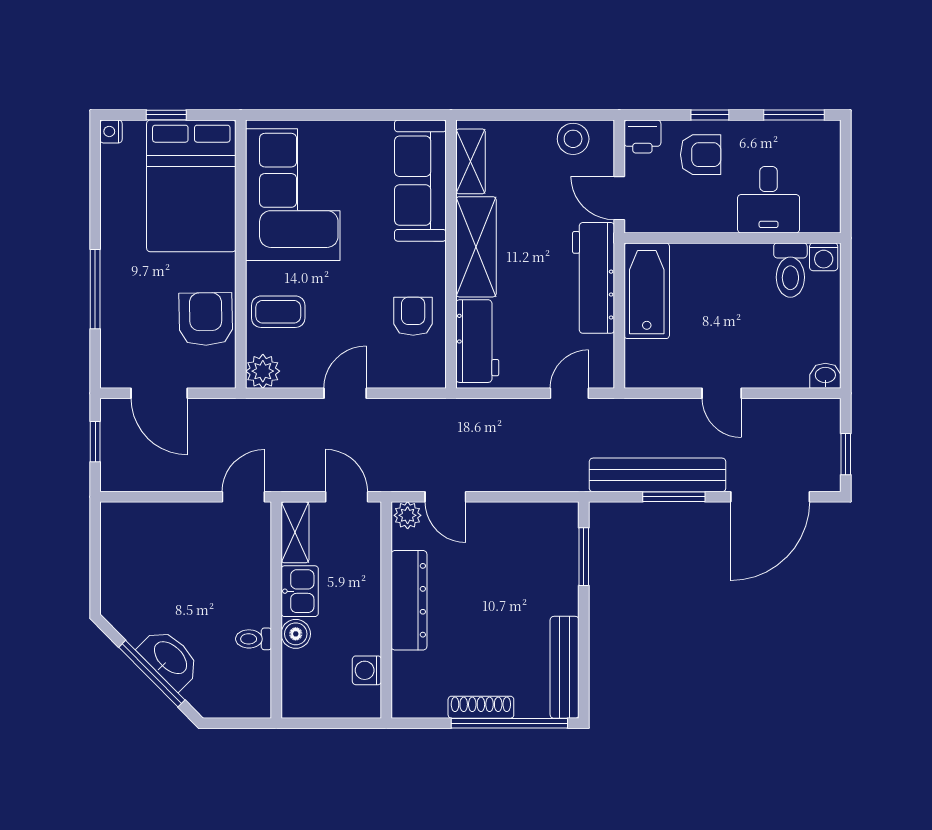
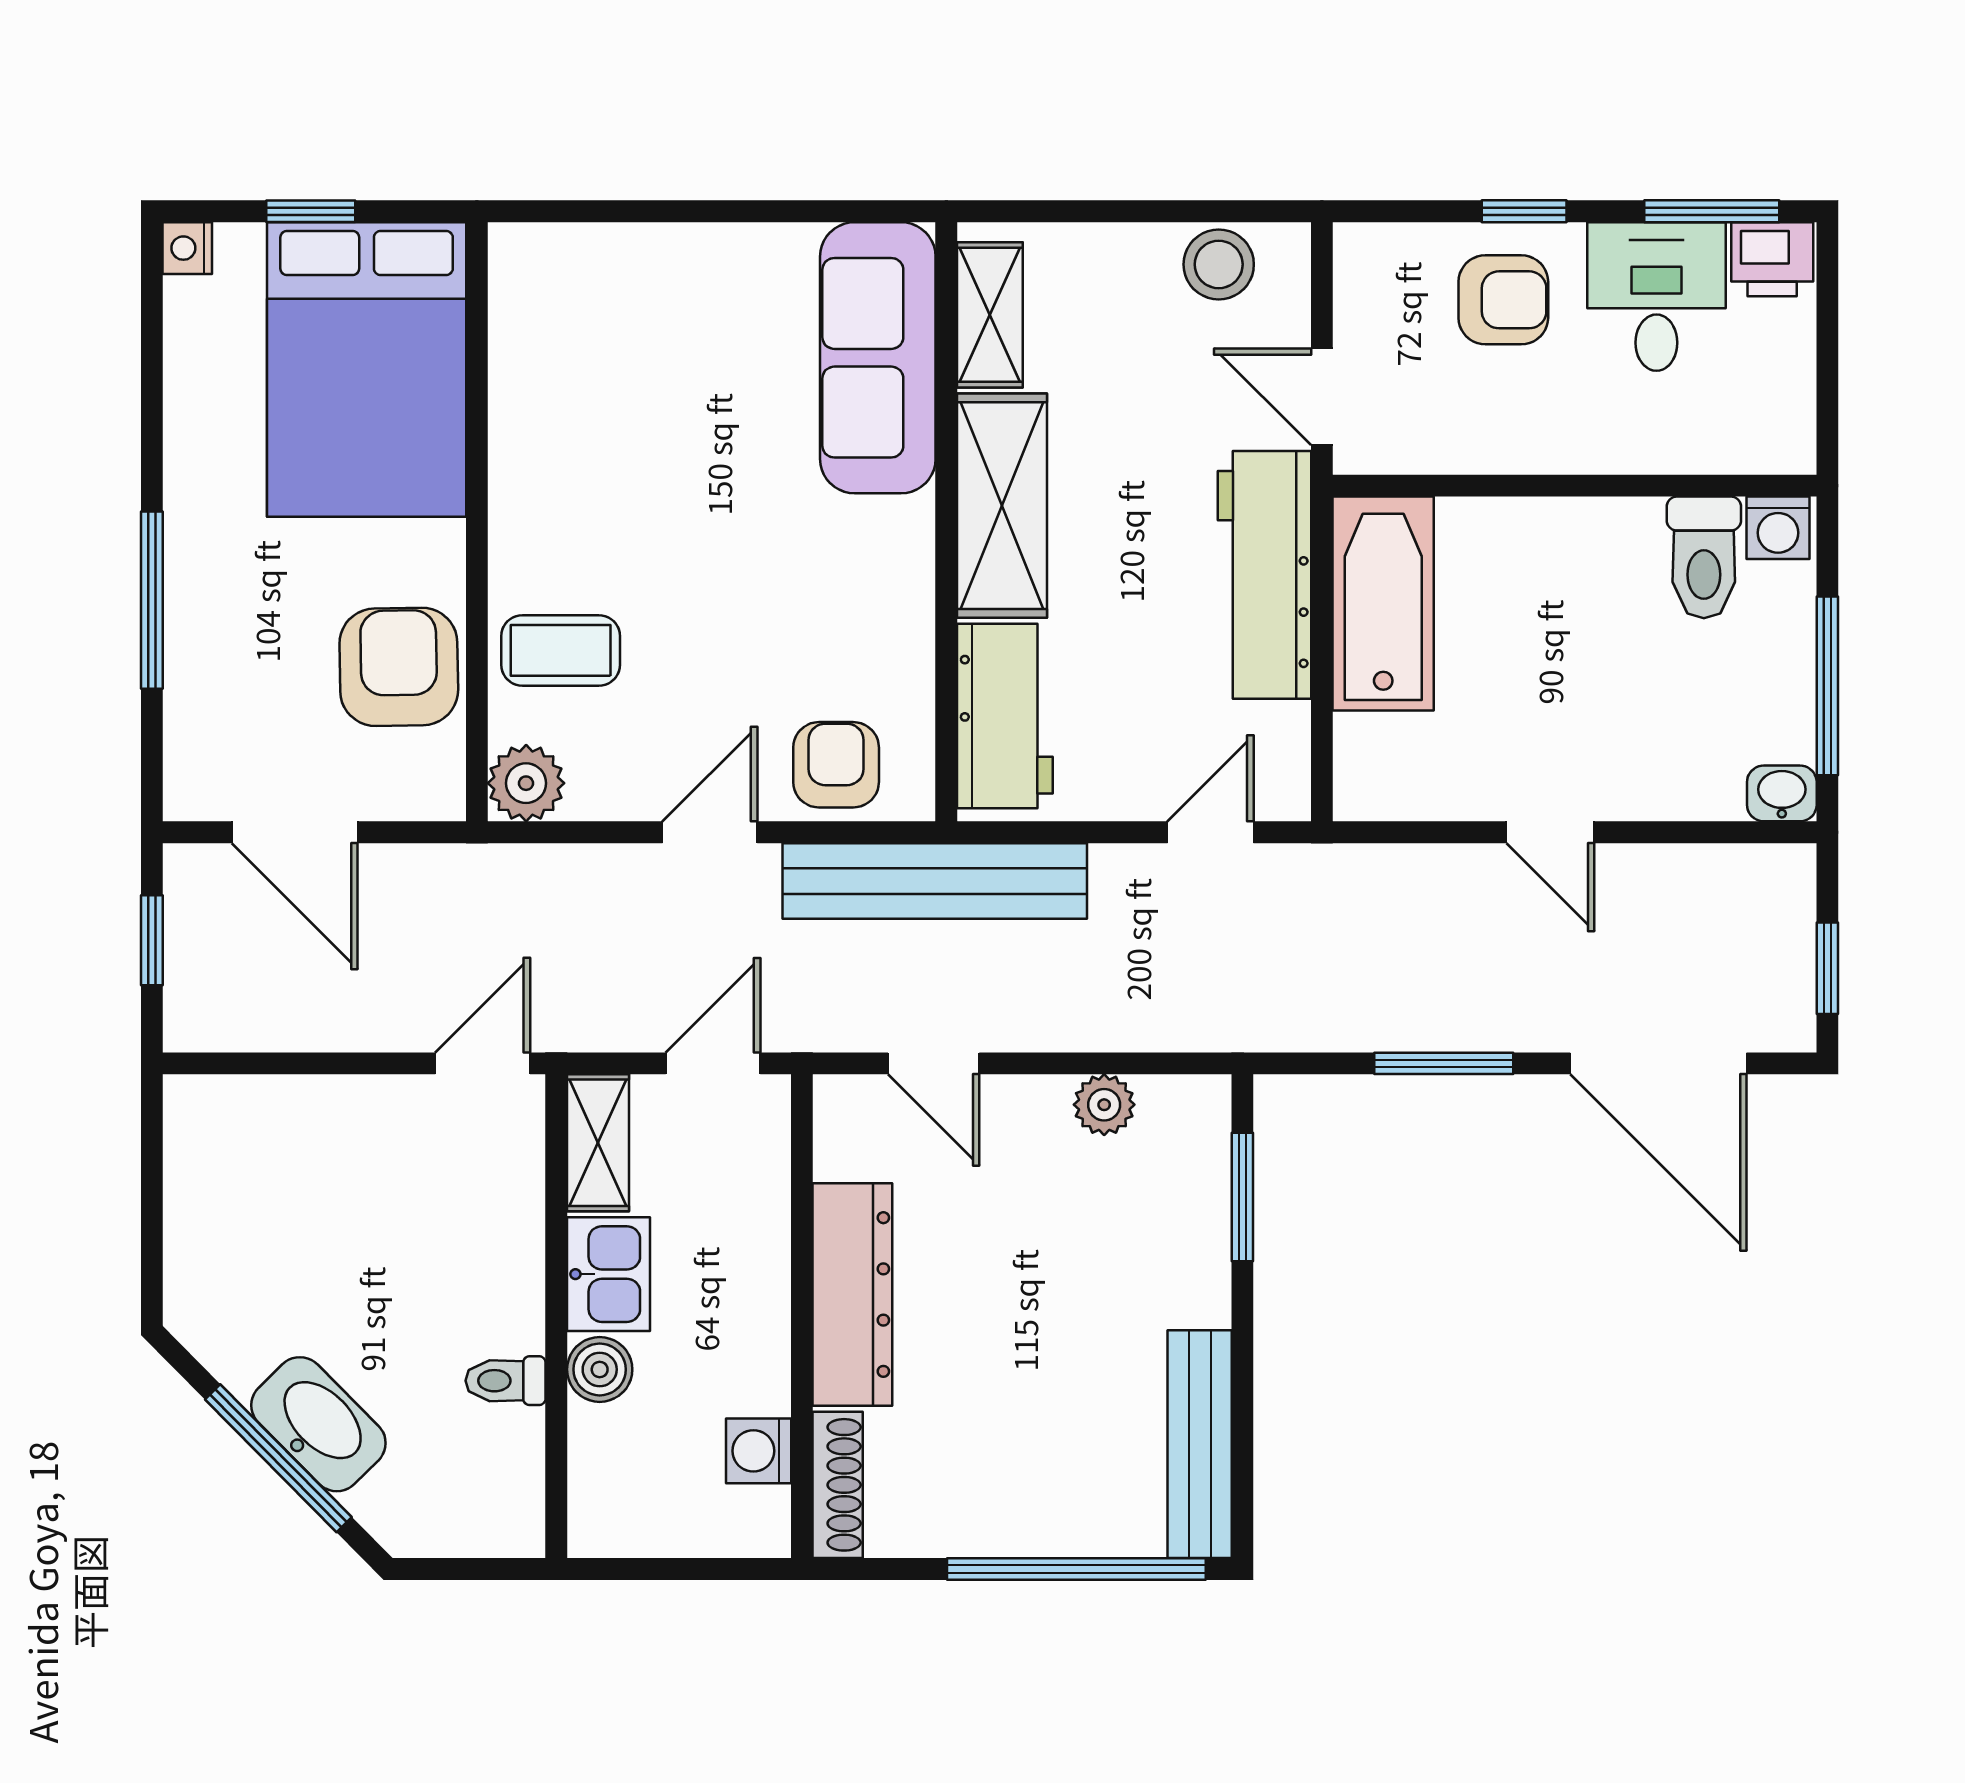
printer: (642, 136) -> (1772, 259), moved
corner sofa: (293, 195) -> (593, 389), removed
desk: (769, 200) -> (1656, 297), moved, turned 180
armchair: (413, 316) -> (836, 765), moved
window: (846, 328) -> (1827, 686), added
bench: (658, 475) -> (935, 881), moved
door: (347, 497) -> (713, 1063), hinge flipped
door: (770, 497) -> (1658, 1063), hinge flipped
plant: (408, 515) -> (1104, 1105), moved
shoe rack: (481, 707) -> (838, 1485), moved, turned 90

